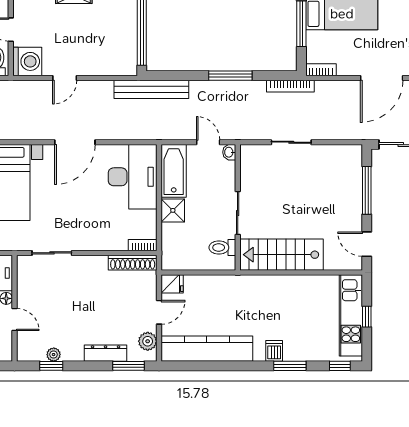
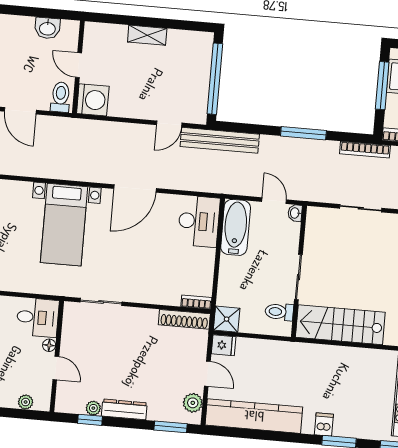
door: (65, 78) -> (169, 124), moved
desk: (133, 177) -> (199, 221), width x0.73, depth x0.77
shower: (173, 210) -> (227, 319), moved
door: (159, 312) -> (207, 374), hinge flipped
dresser: (106, 353) -> (124, 409), moved

